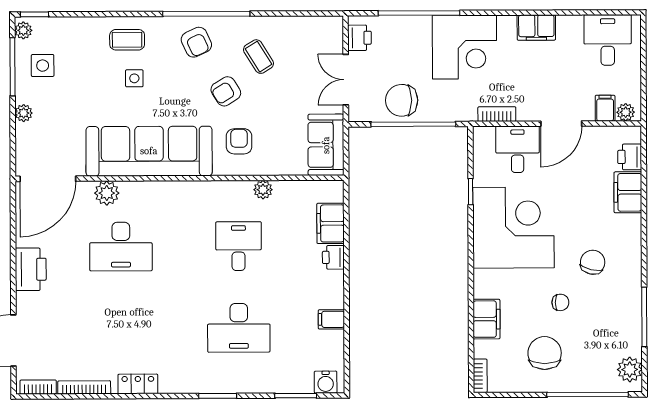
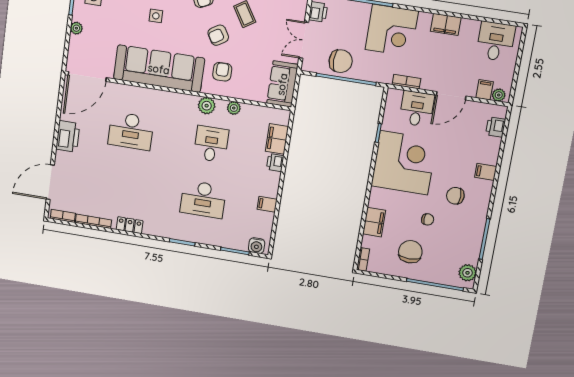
chair: (402, 100) -> (341, 61), turned 180
filing cabinet: (628, 192) -> (486, 172), moved, width x0.50
plant: (107, 193) -> (207, 106), moved
chair: (593, 262) -> (455, 196), turned -104

